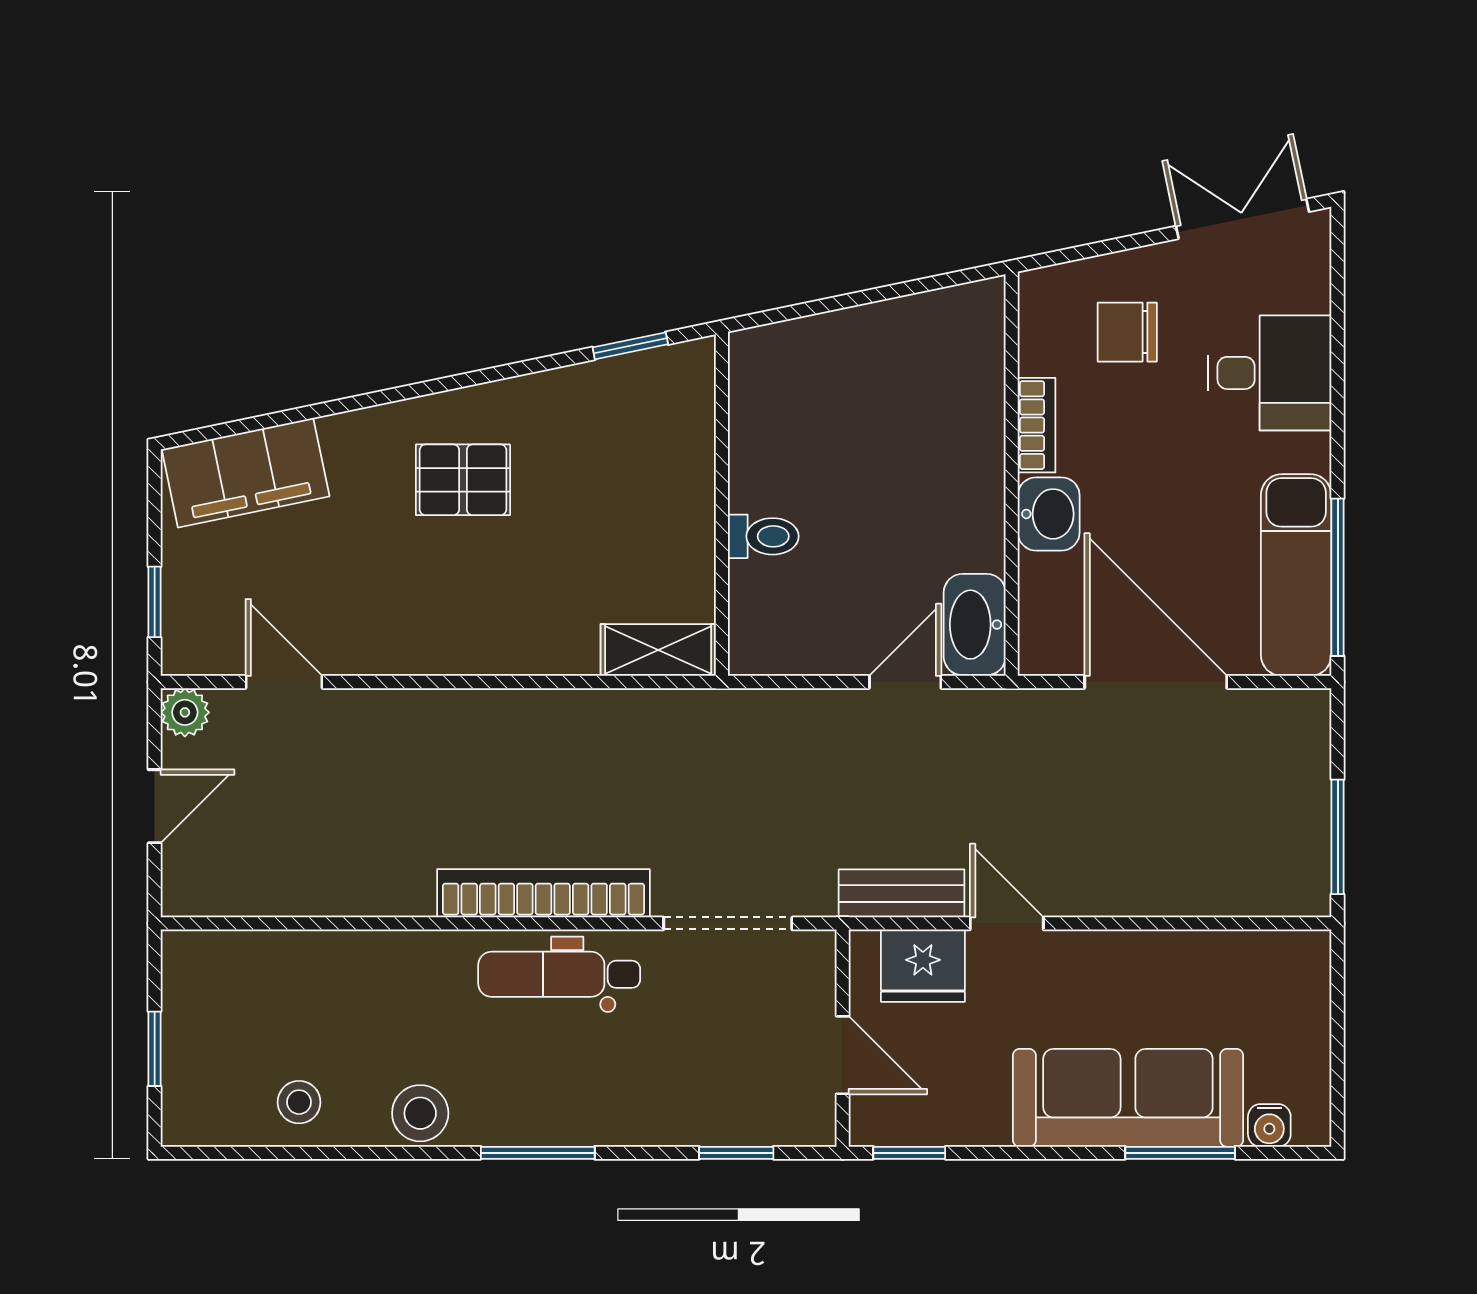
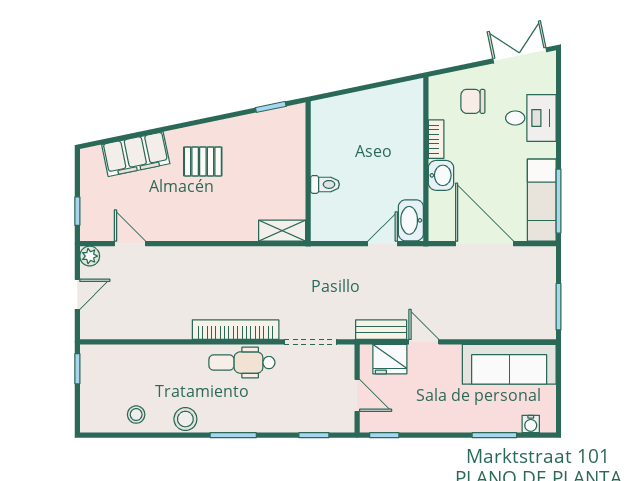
filing cabinet: (246, 473) -> (136, 154), moved
window: (155, 1049) -> (77, 369), moved
sofa: (1128, 1098) -> (509, 364), moved, turned 180

